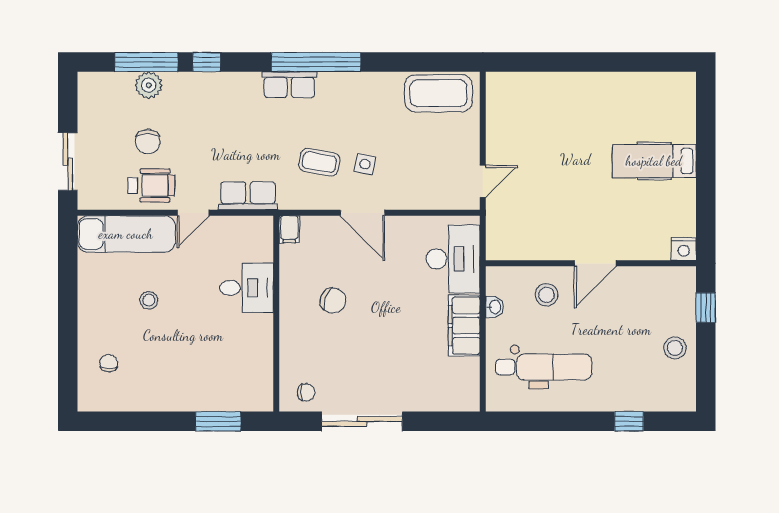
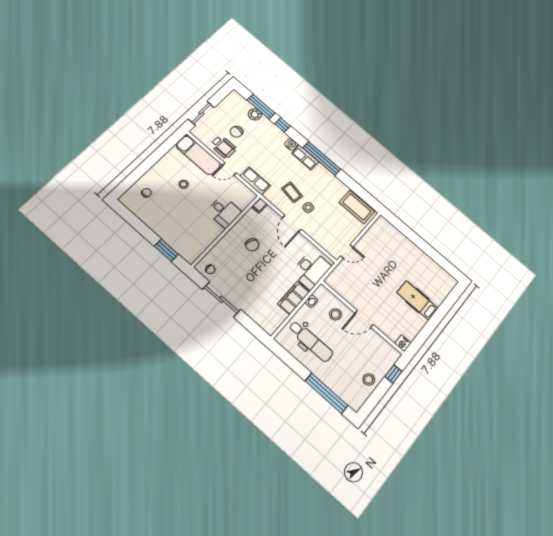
water cooler: (249, 83) -> (291, 144), added
window: (629, 421) -> (326, 393), width x3.17

